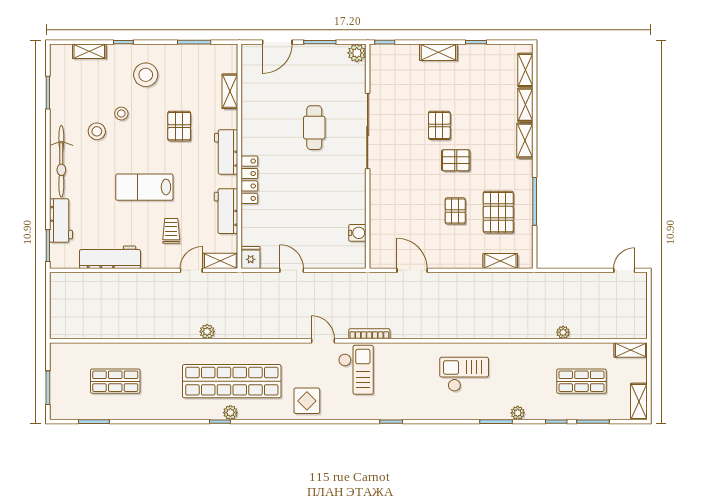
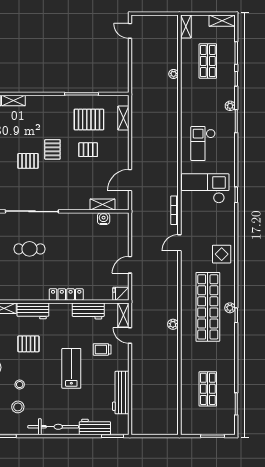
stool: (97, 131) -> (18, 407), moved
shelving: (525, 141) -> (103, 205), moved
workbench: (226, 152) -> (33, 311), moved
lab bench: (144, 187) -> (71, 368), turned 180
checkout: (356, 370) -> (205, 188), moved, width x1.36, depth x1.21

